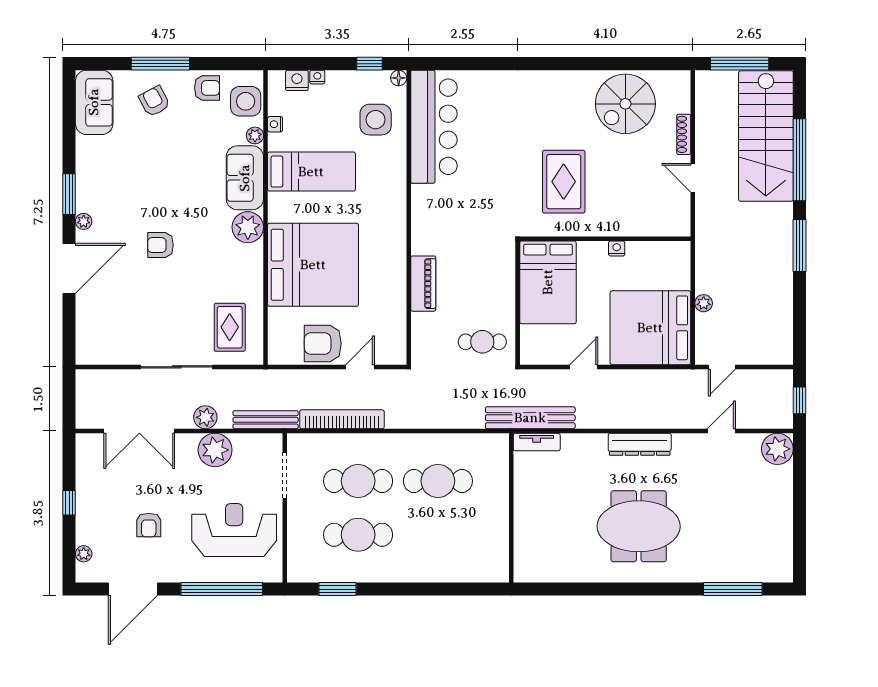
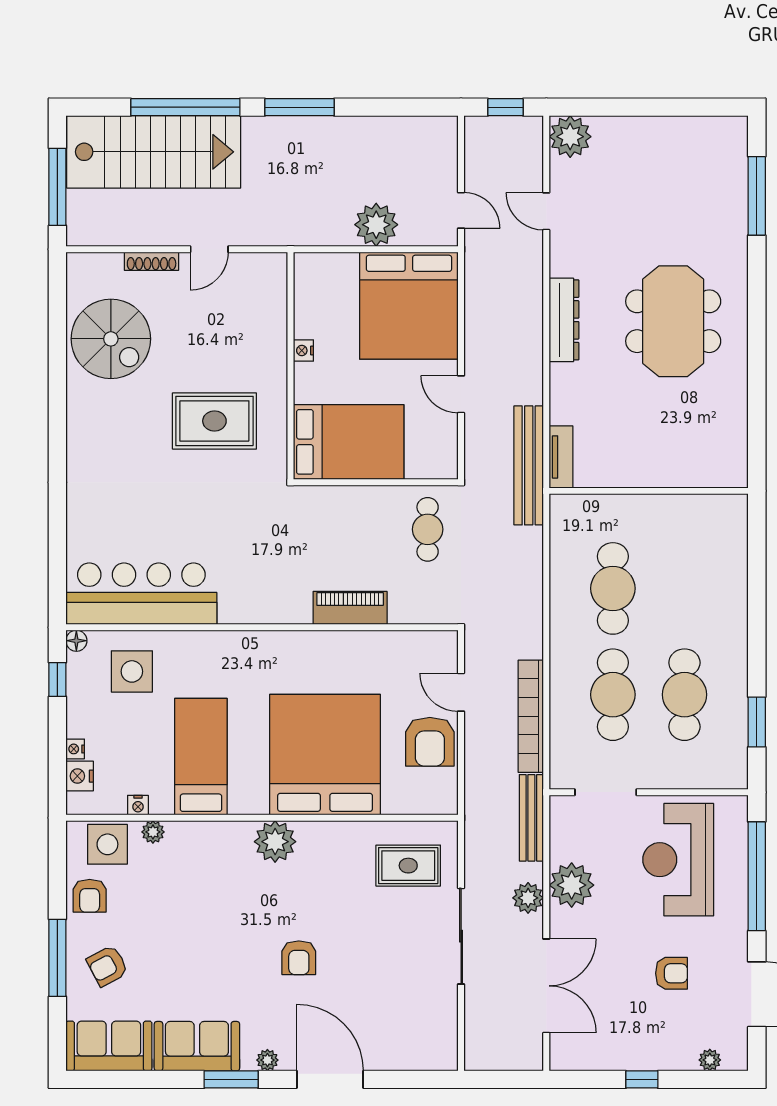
armchair: (207, 88) -> (90, 896), turned 180
sofa: (245, 178) -> (197, 1046), moved, turned 180
plant: (704, 303) -> (376, 225), width x1.87, depth x1.87

